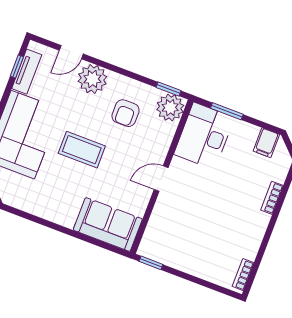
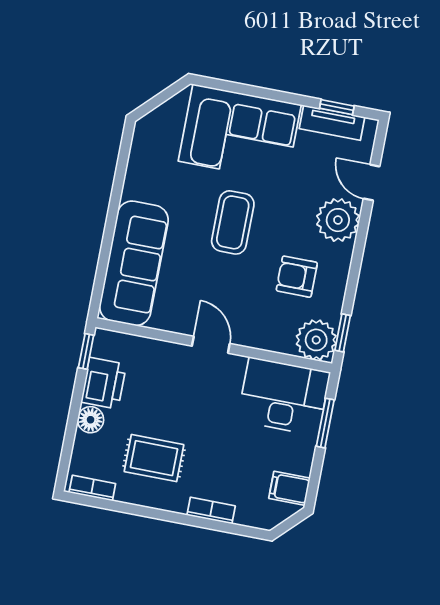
sofa: (108, 225) -> (134, 263), width x1.36
rug: (230, 230) -> (154, 458), added
printer: (174, 255) -> (104, 383), added
floor lamp: (197, 268) -> (91, 420), added

